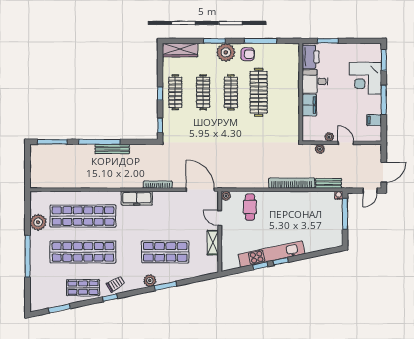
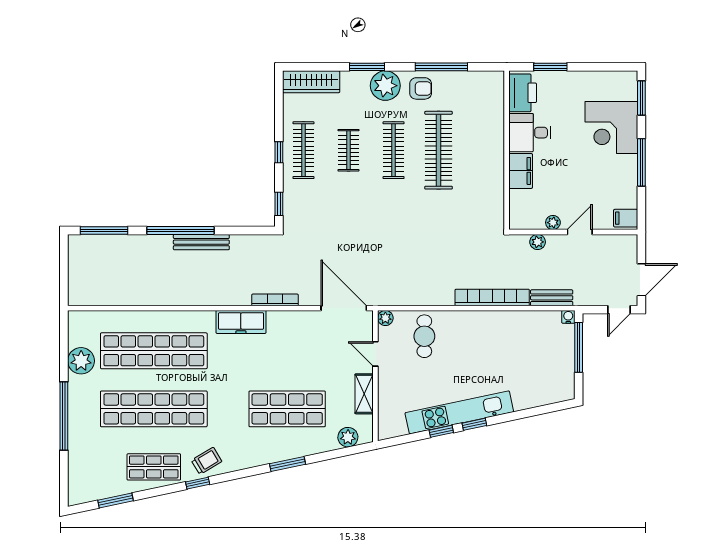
clothes rail: (203, 92) -> (348, 150), width x0.73
filing cabinet: (374, 120) -> (626, 218), moved
door: (346, 143) -> (580, 232), hinge flipped
plant: (150, 281) -> (348, 437), moved

